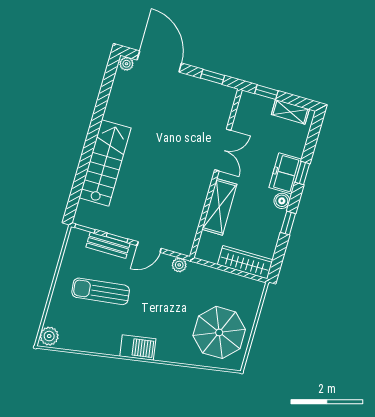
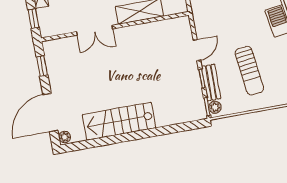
double door: (223, 150) -> (94, 30), swing flipped
stairs: (105, 163) -> (119, 121), moved
door: (149, 247) -> (197, 50), hinge flipped
plant: (179, 265) -> (215, 107), moved

